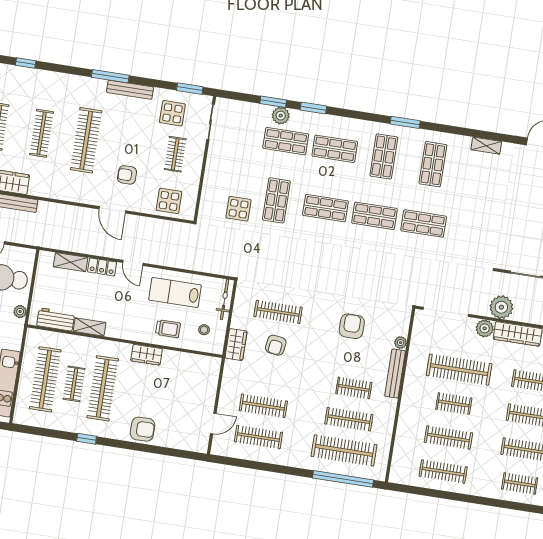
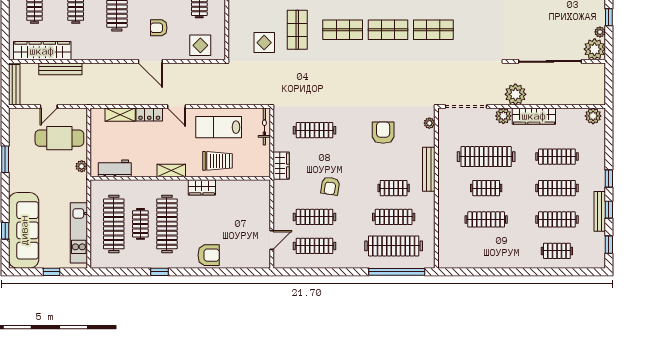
shelving: (90, 327) -> (171, 170), moved
trolley: (168, 329) -> (218, 161), width x1.36, depth x1.39
stool: (204, 330) -> (250, 157), removed
plant: (401, 343) -> (429, 123), moved
armchair: (276, 345) -> (330, 186), moved
clothes rail: (443, 472) -> (486, 251), removed

